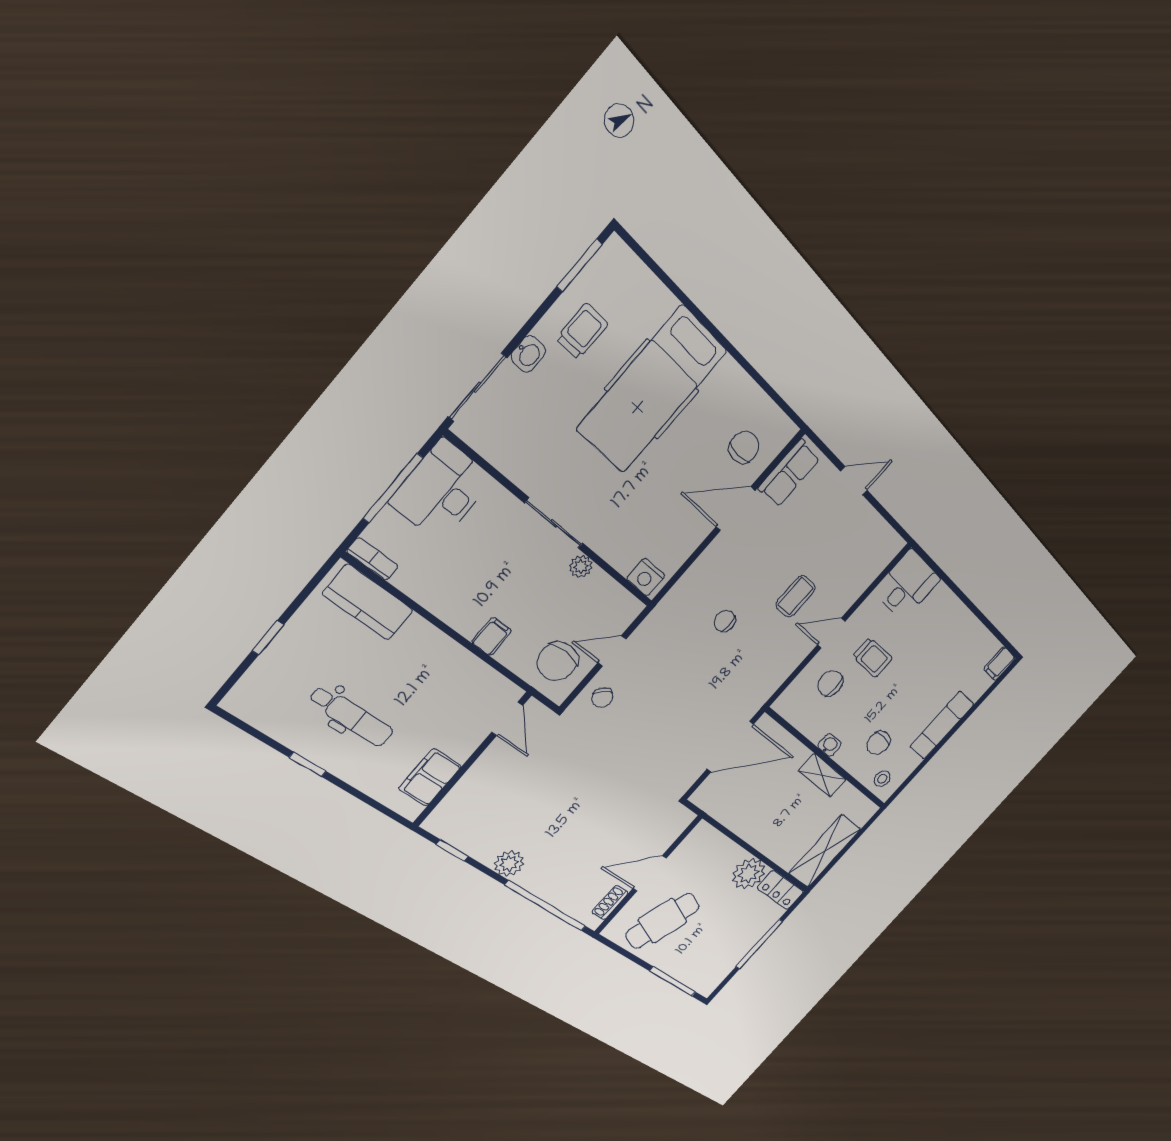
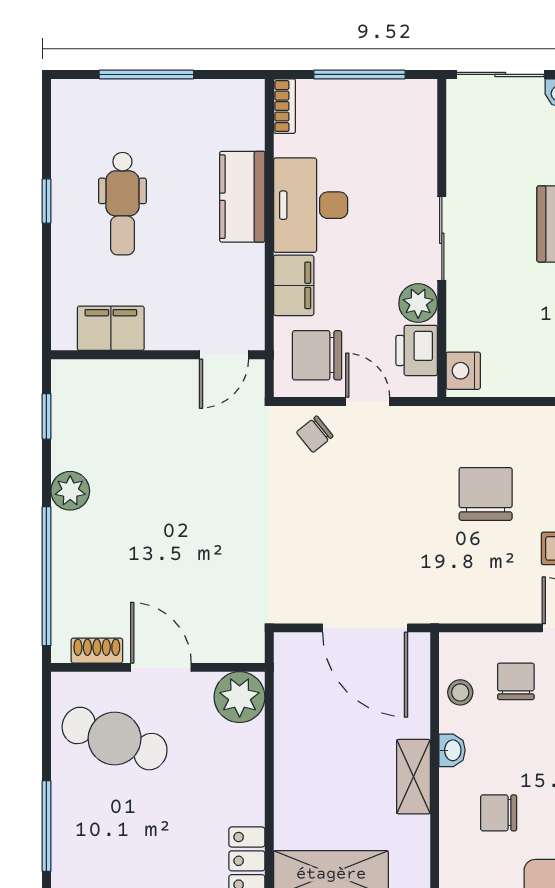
desk: (442, 491) -> (311, 205), moved, turned -90
plant: (581, 566) -> (418, 303), width x1.38, depth x1.38
printer: (609, 597) -> (417, 350), added
kitchen counter: (368, 602) -> (242, 197), moved
chair: (725, 621) -> (486, 494), width x1.87, depth x1.87
filing cabinet: (492, 637) -> (294, 285), width x2.00
window: (268, 638) -> (146, 74), width x2.17
stool: (882, 779) -> (460, 692), moved
plant: (749, 874) -> (240, 697), moved

